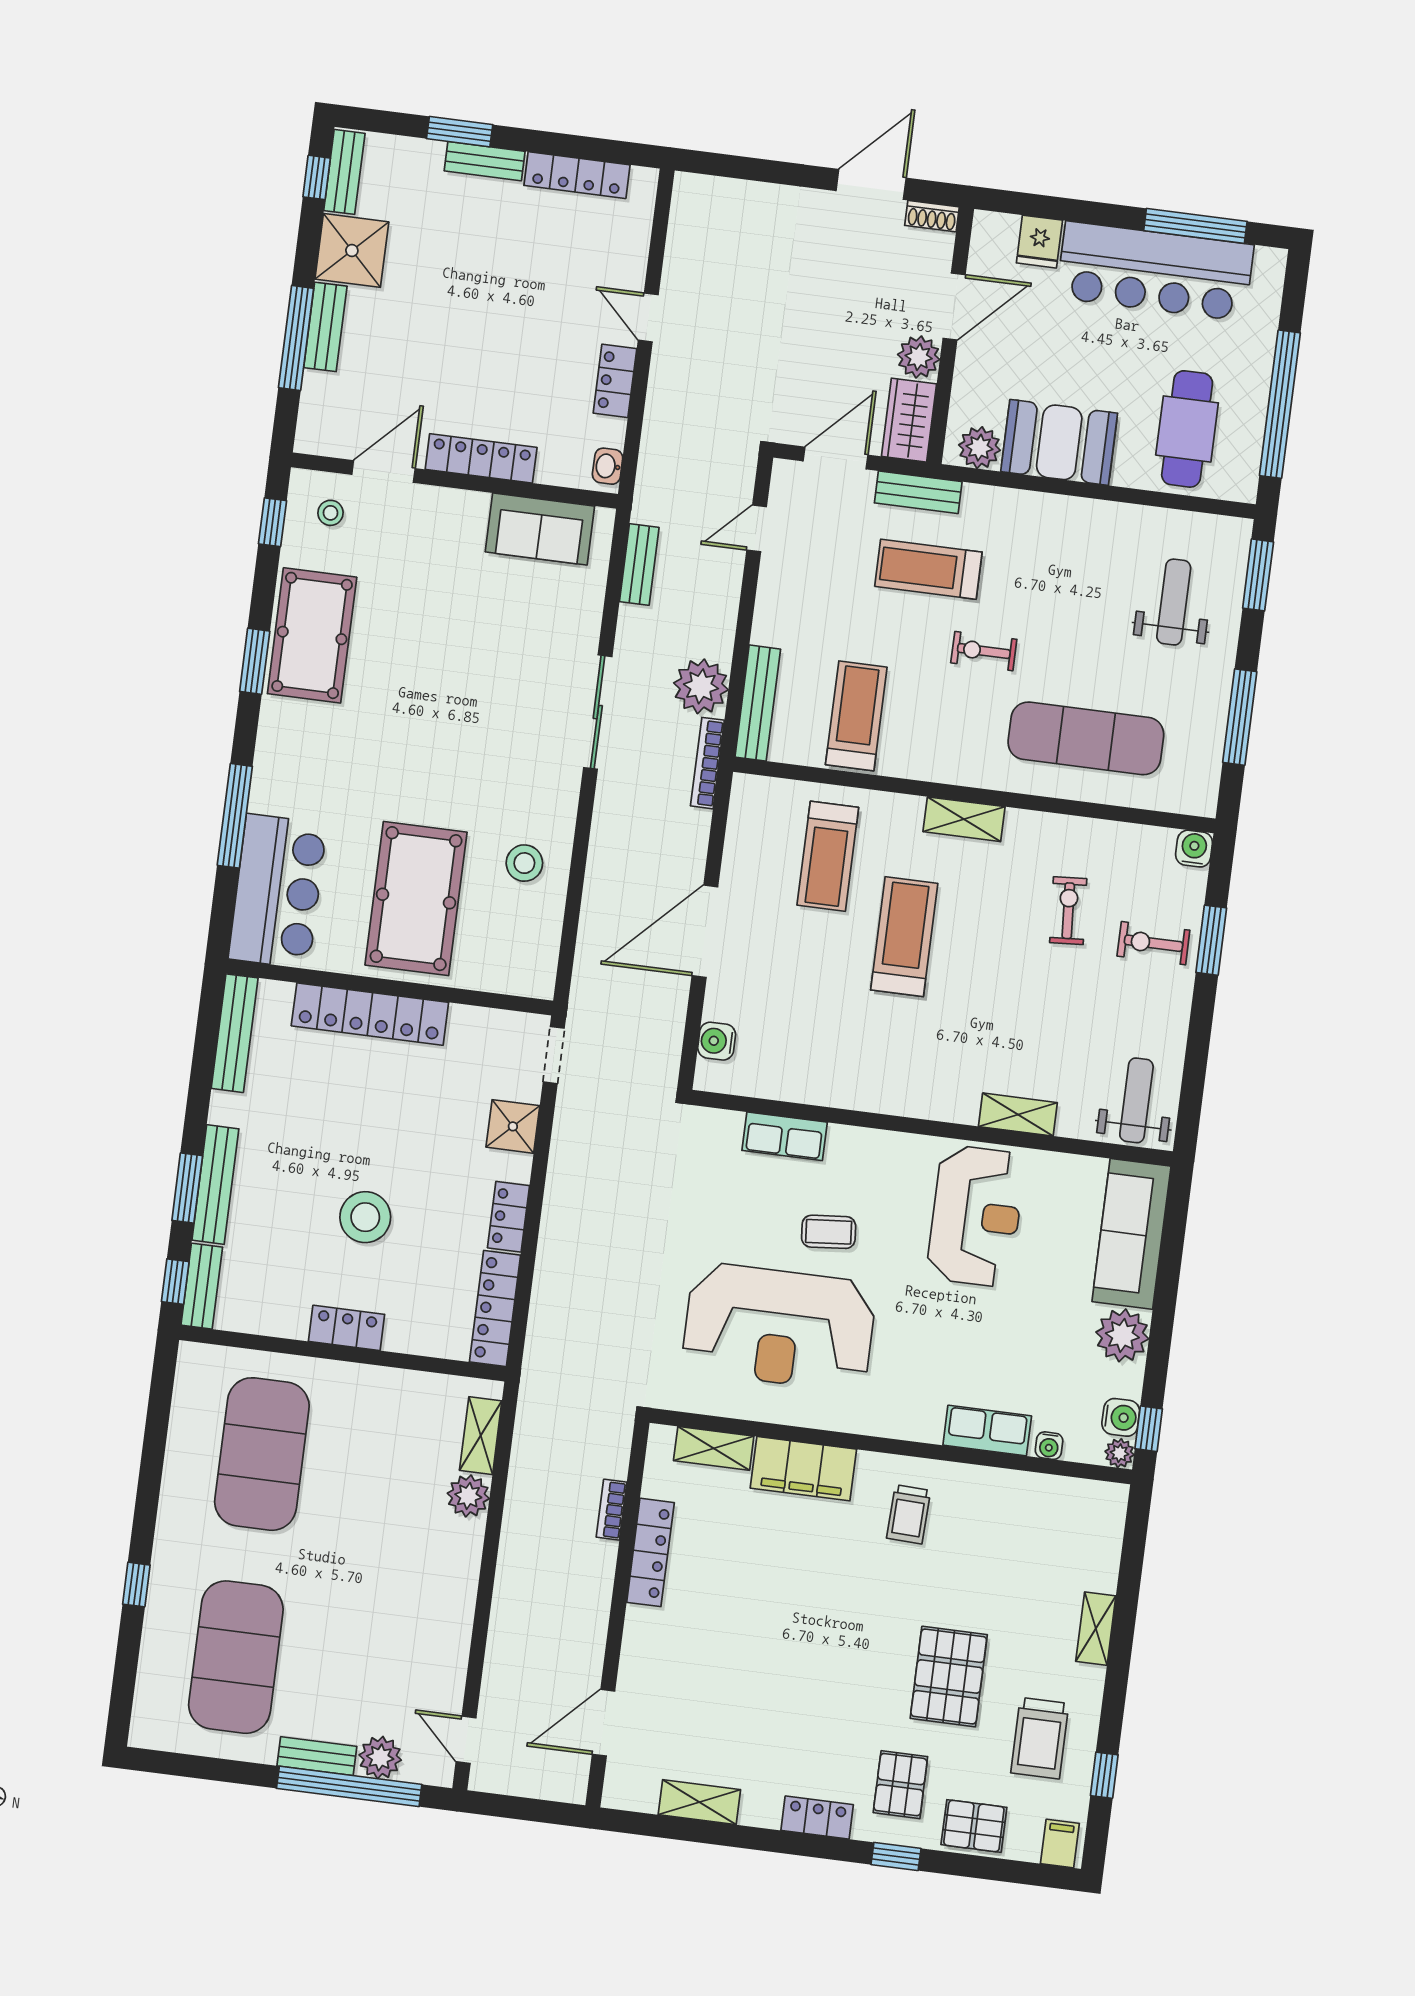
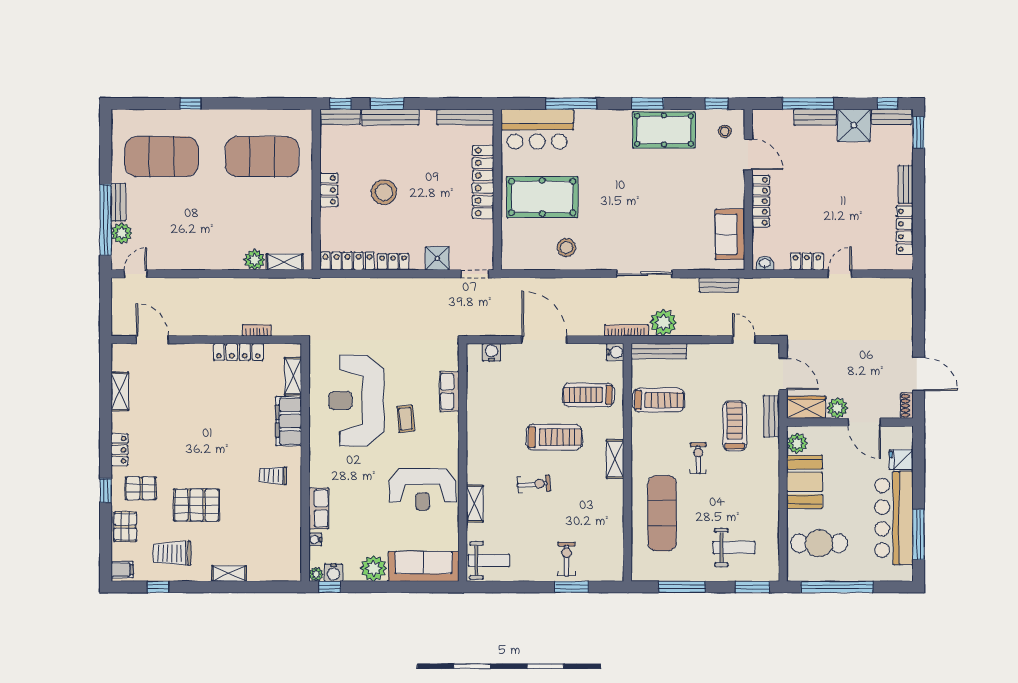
window: (460, 132) -> (919, 132), moved
water cooler: (1194, 849) -> (615, 352), moved
exercise bike: (1068, 911) -> (534, 484), moved

